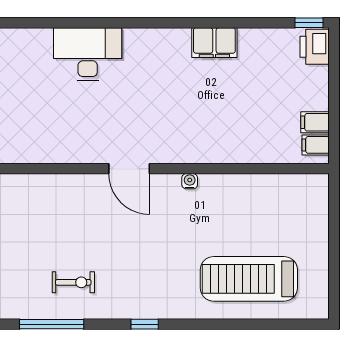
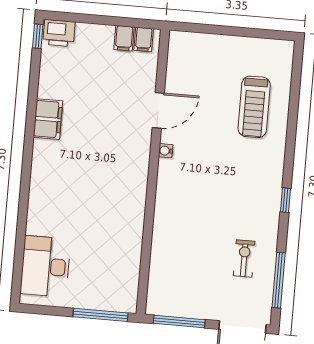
desk: (88, 54) -> (45, 266), moved
door: (129, 169) -> (158, 110), moved
treadmill: (249, 279) -> (254, 107), width x0.73, depth x0.73

